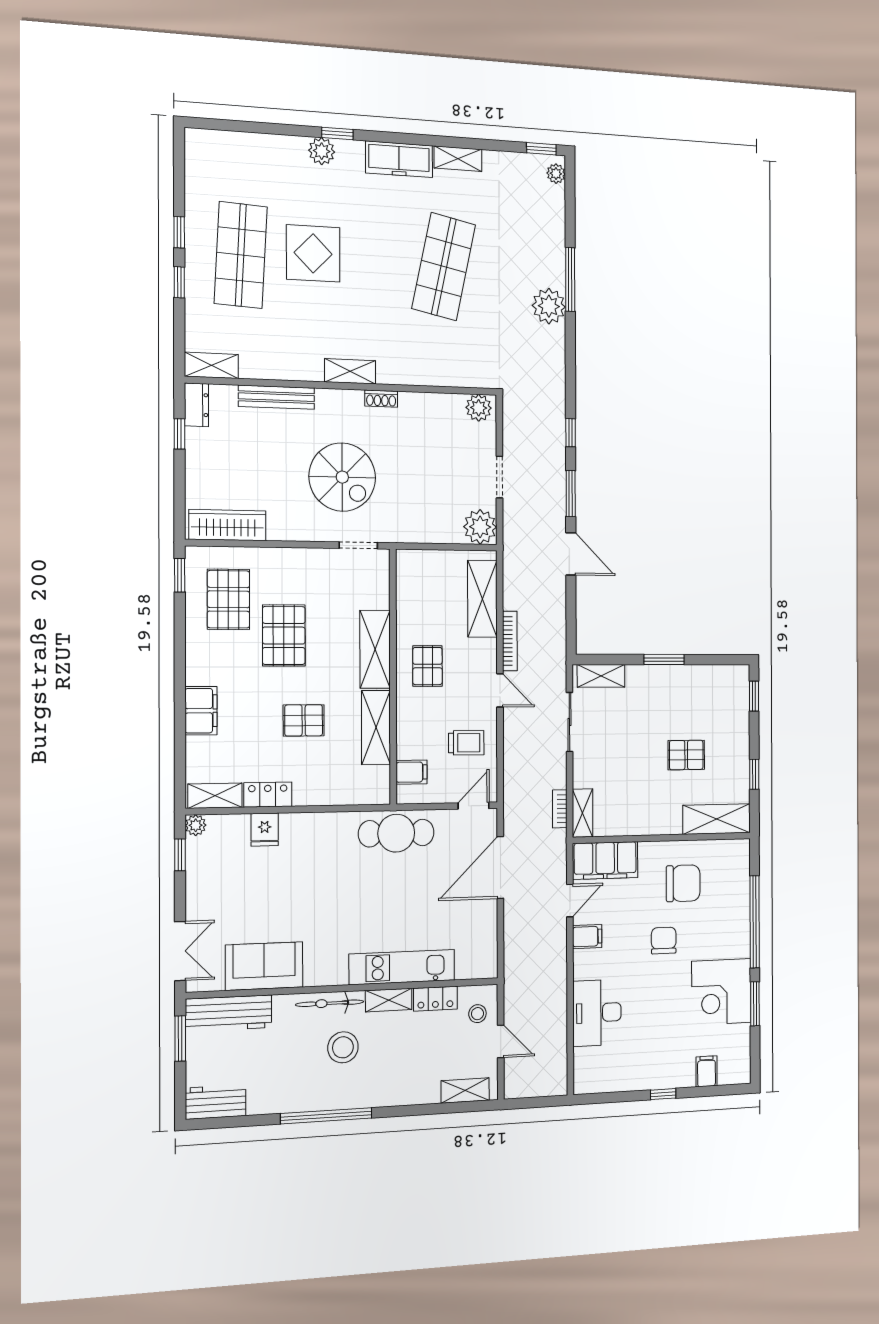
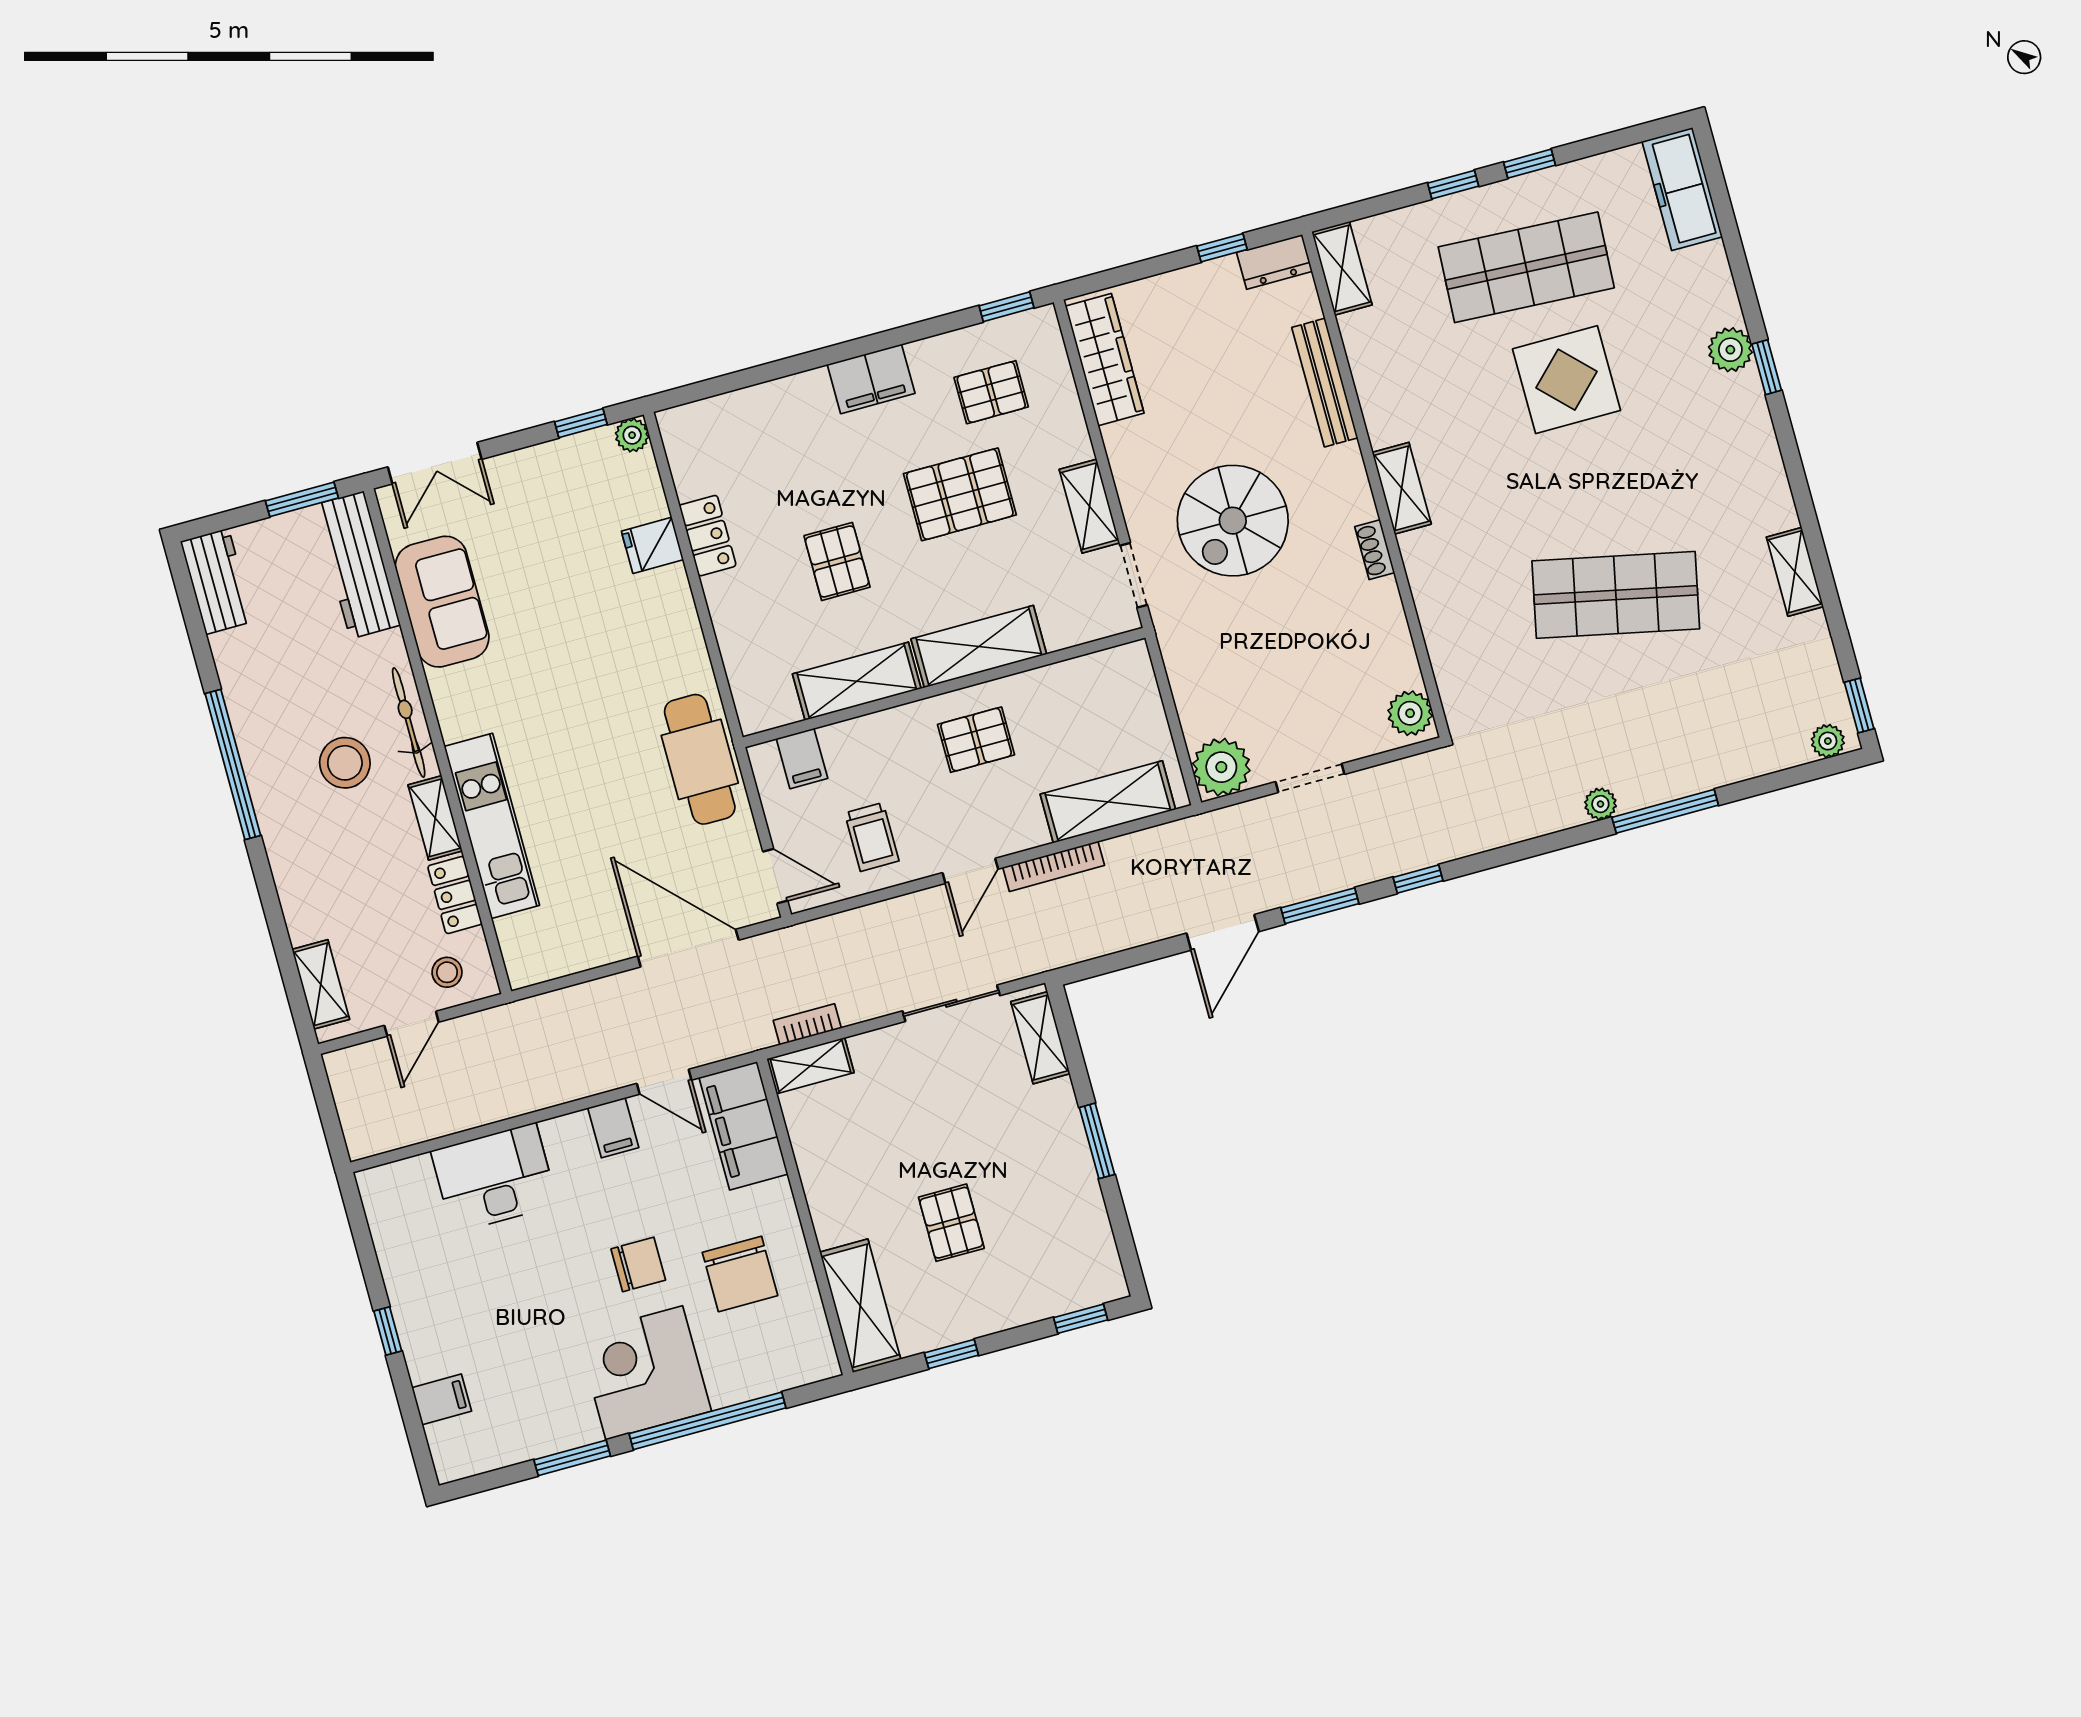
freezer: (399, 159) -> (1682, 189), moved
plant: (549, 306) -> (1600, 804), width x0.53, depth x0.53
pallet: (228, 599) -> (991, 392), width x0.67, depth x0.71
filing cabinet: (201, 711) -> (871, 379), moved
shelving: (215, 796) -> (1089, 506), moved
corner desk: (721, 992) -> (644, 1373), moved

